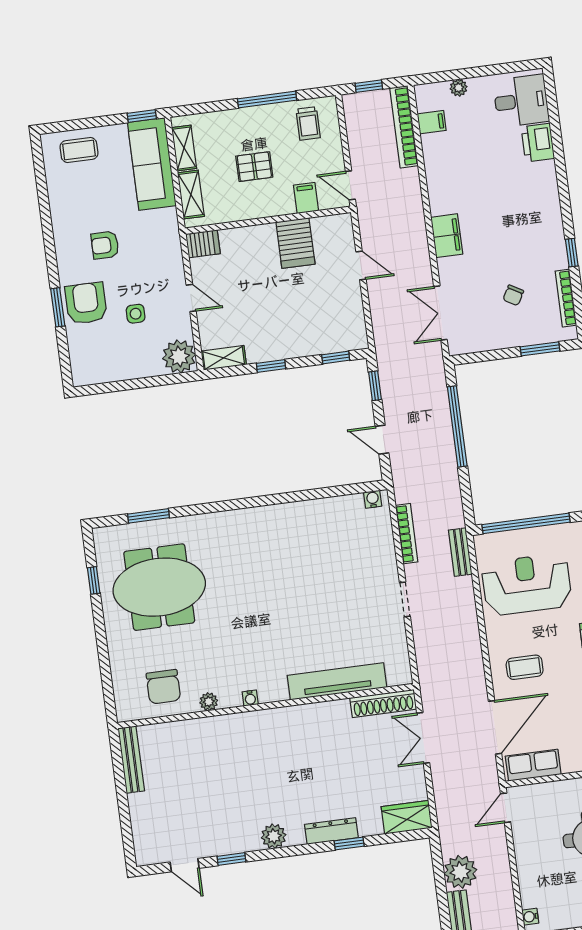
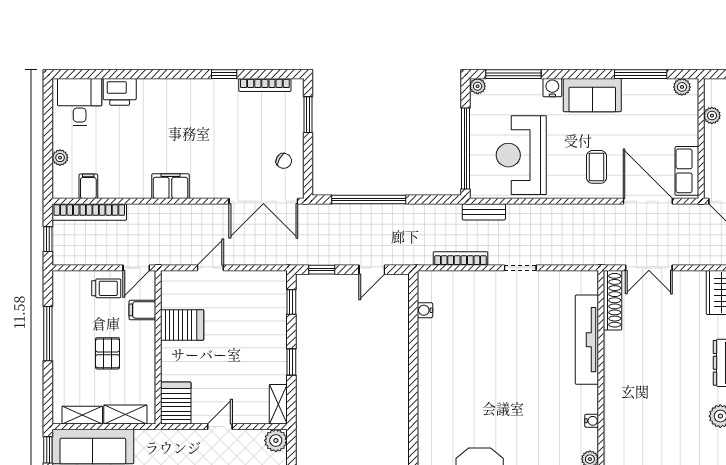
trolley: (308, 123) -> (106, 288), moved
filing cabinet: (447, 236) -> (170, 186), moved
server rack: (203, 244) -> (176, 403), width x1.36, depth x1.44
chair: (513, 295) -> (284, 161), moved
double door: (440, 313) -> (263, 201), width x1.37
plant: (179, 357) -> (276, 440), width x0.73, depth x0.73
water cooler: (373, 499) -> (425, 310), moved

